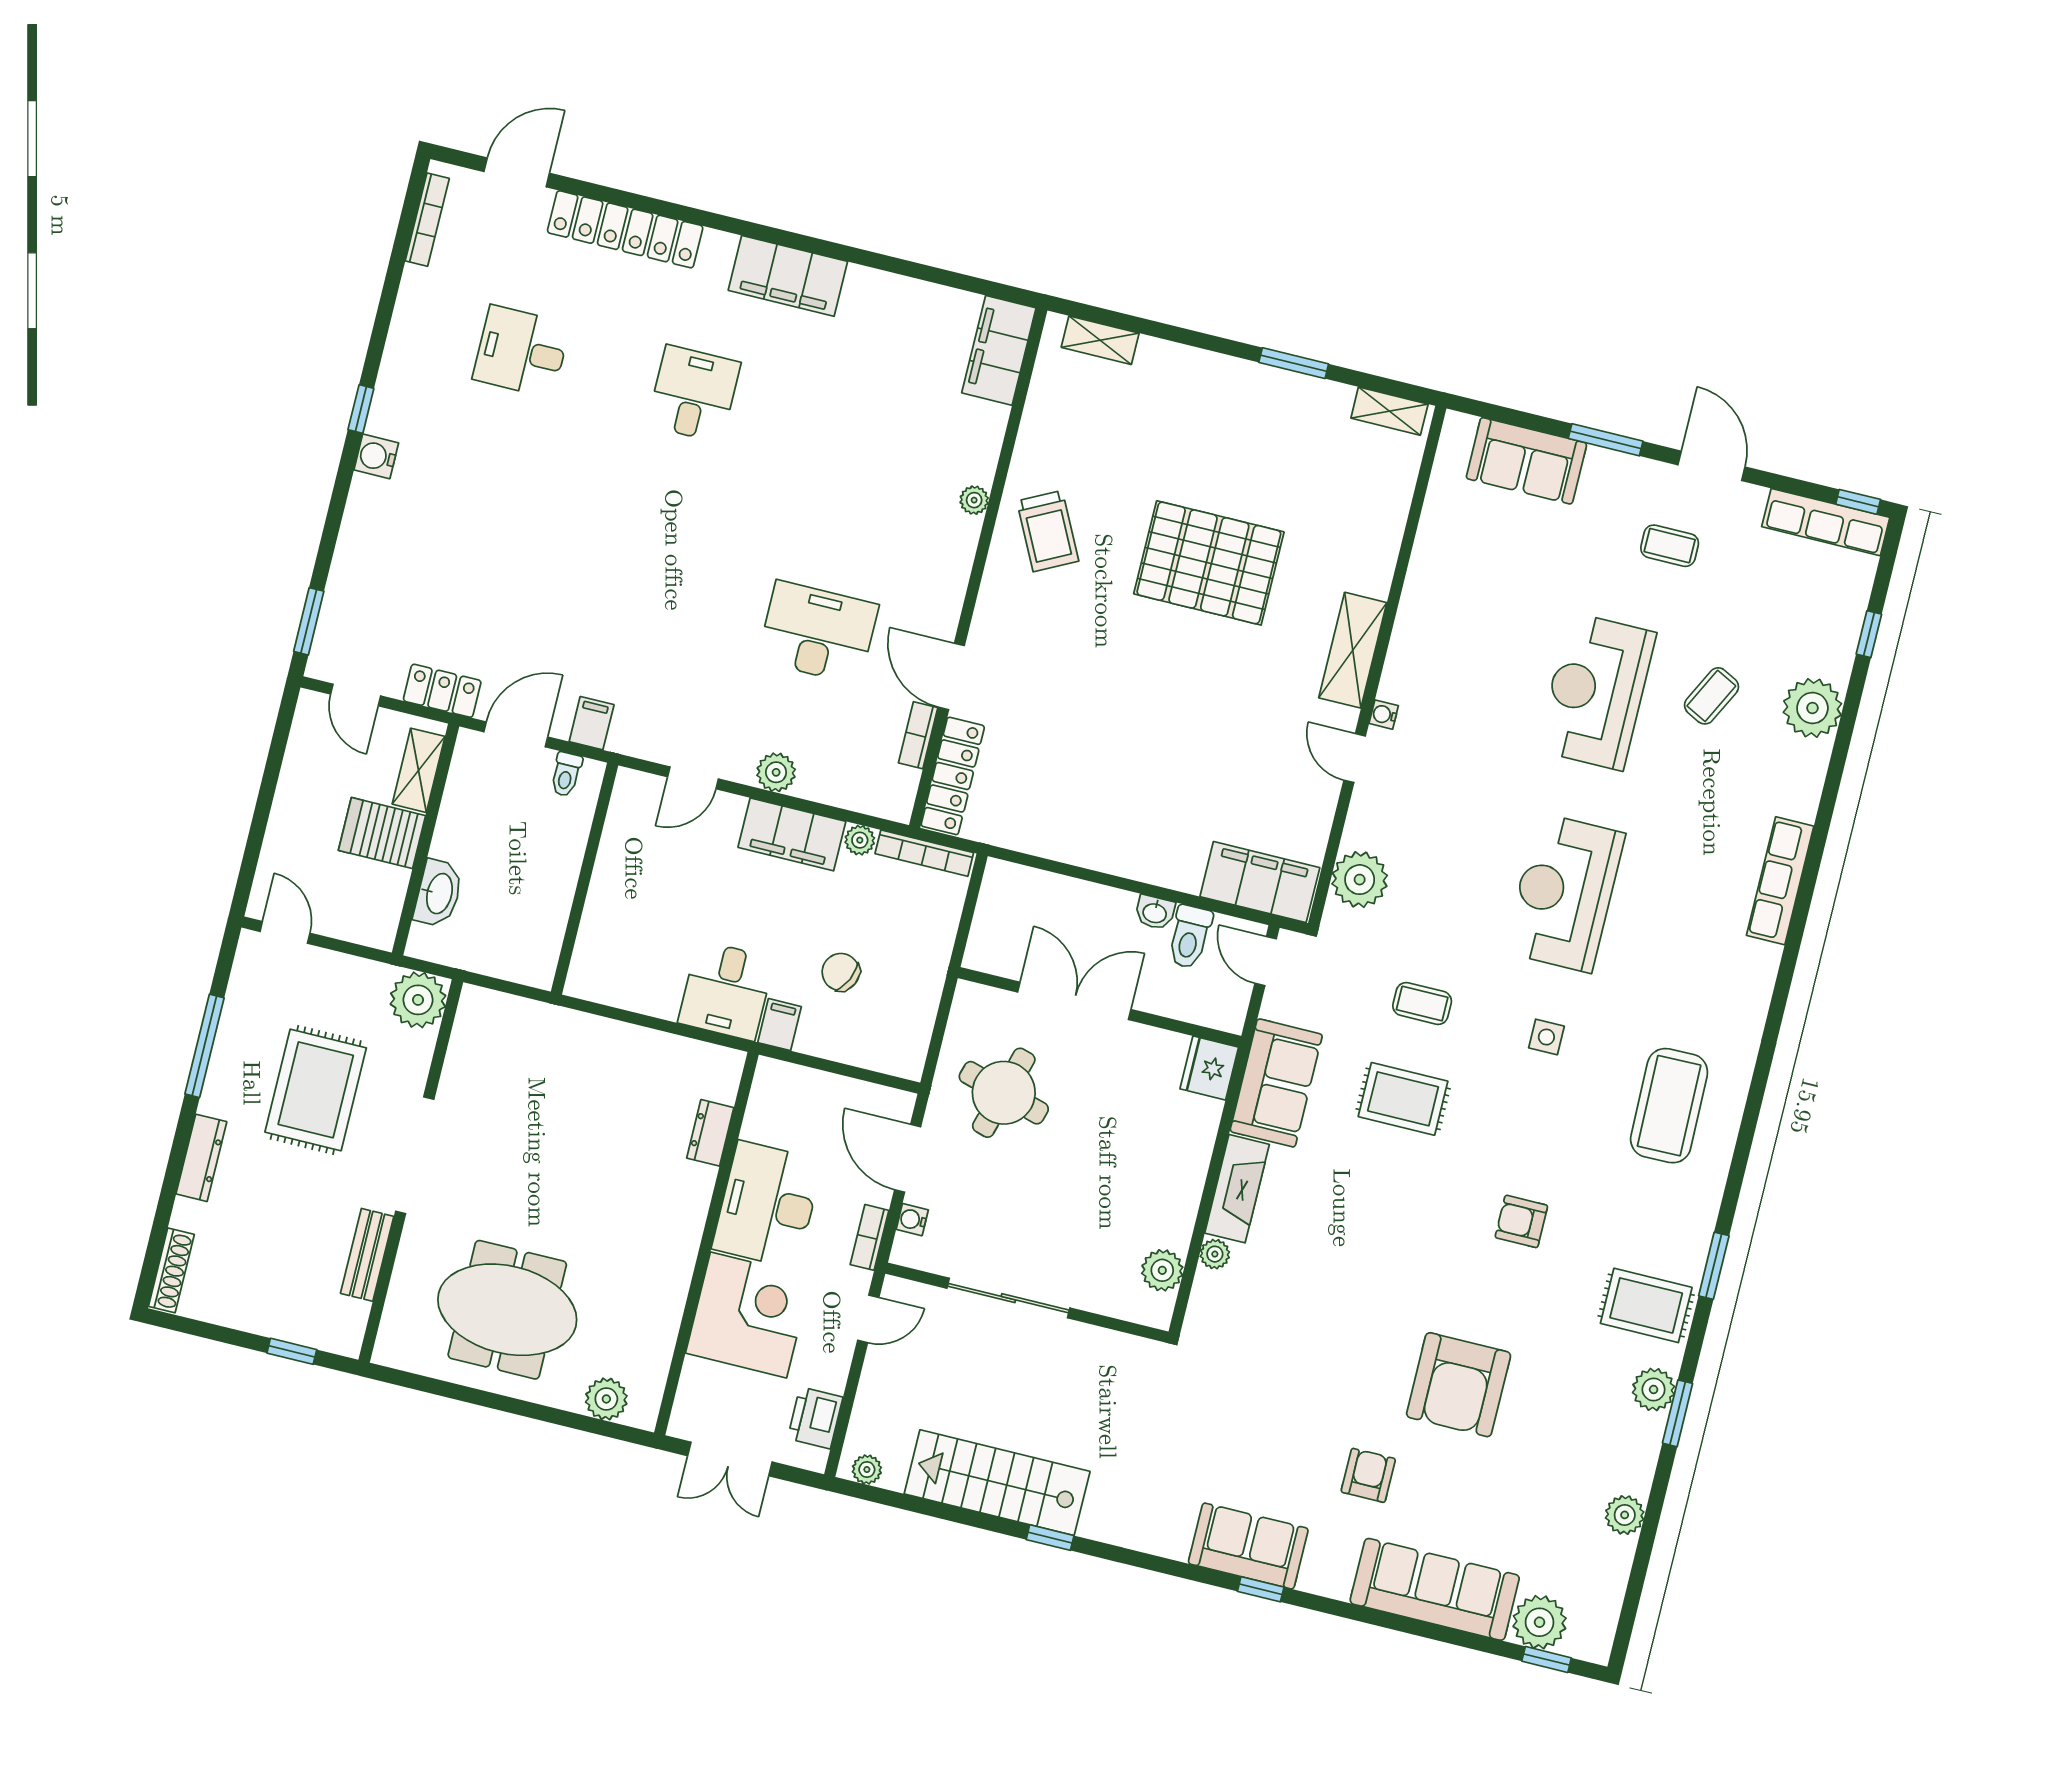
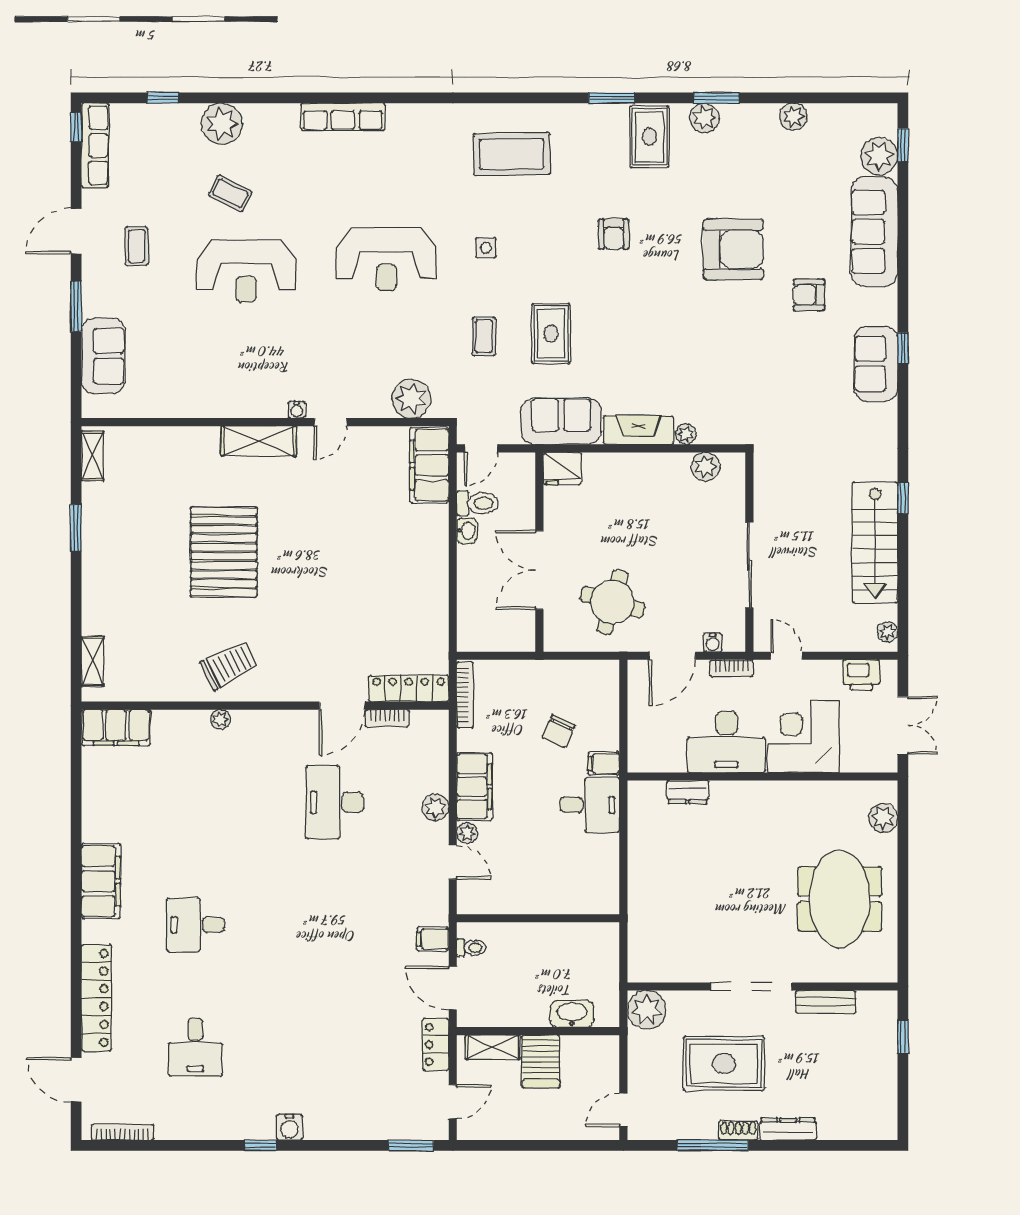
plant: (860, 840) -> (467, 833), moved
shoe rack: (171, 1270) -> (738, 1131), moved, width x0.70

